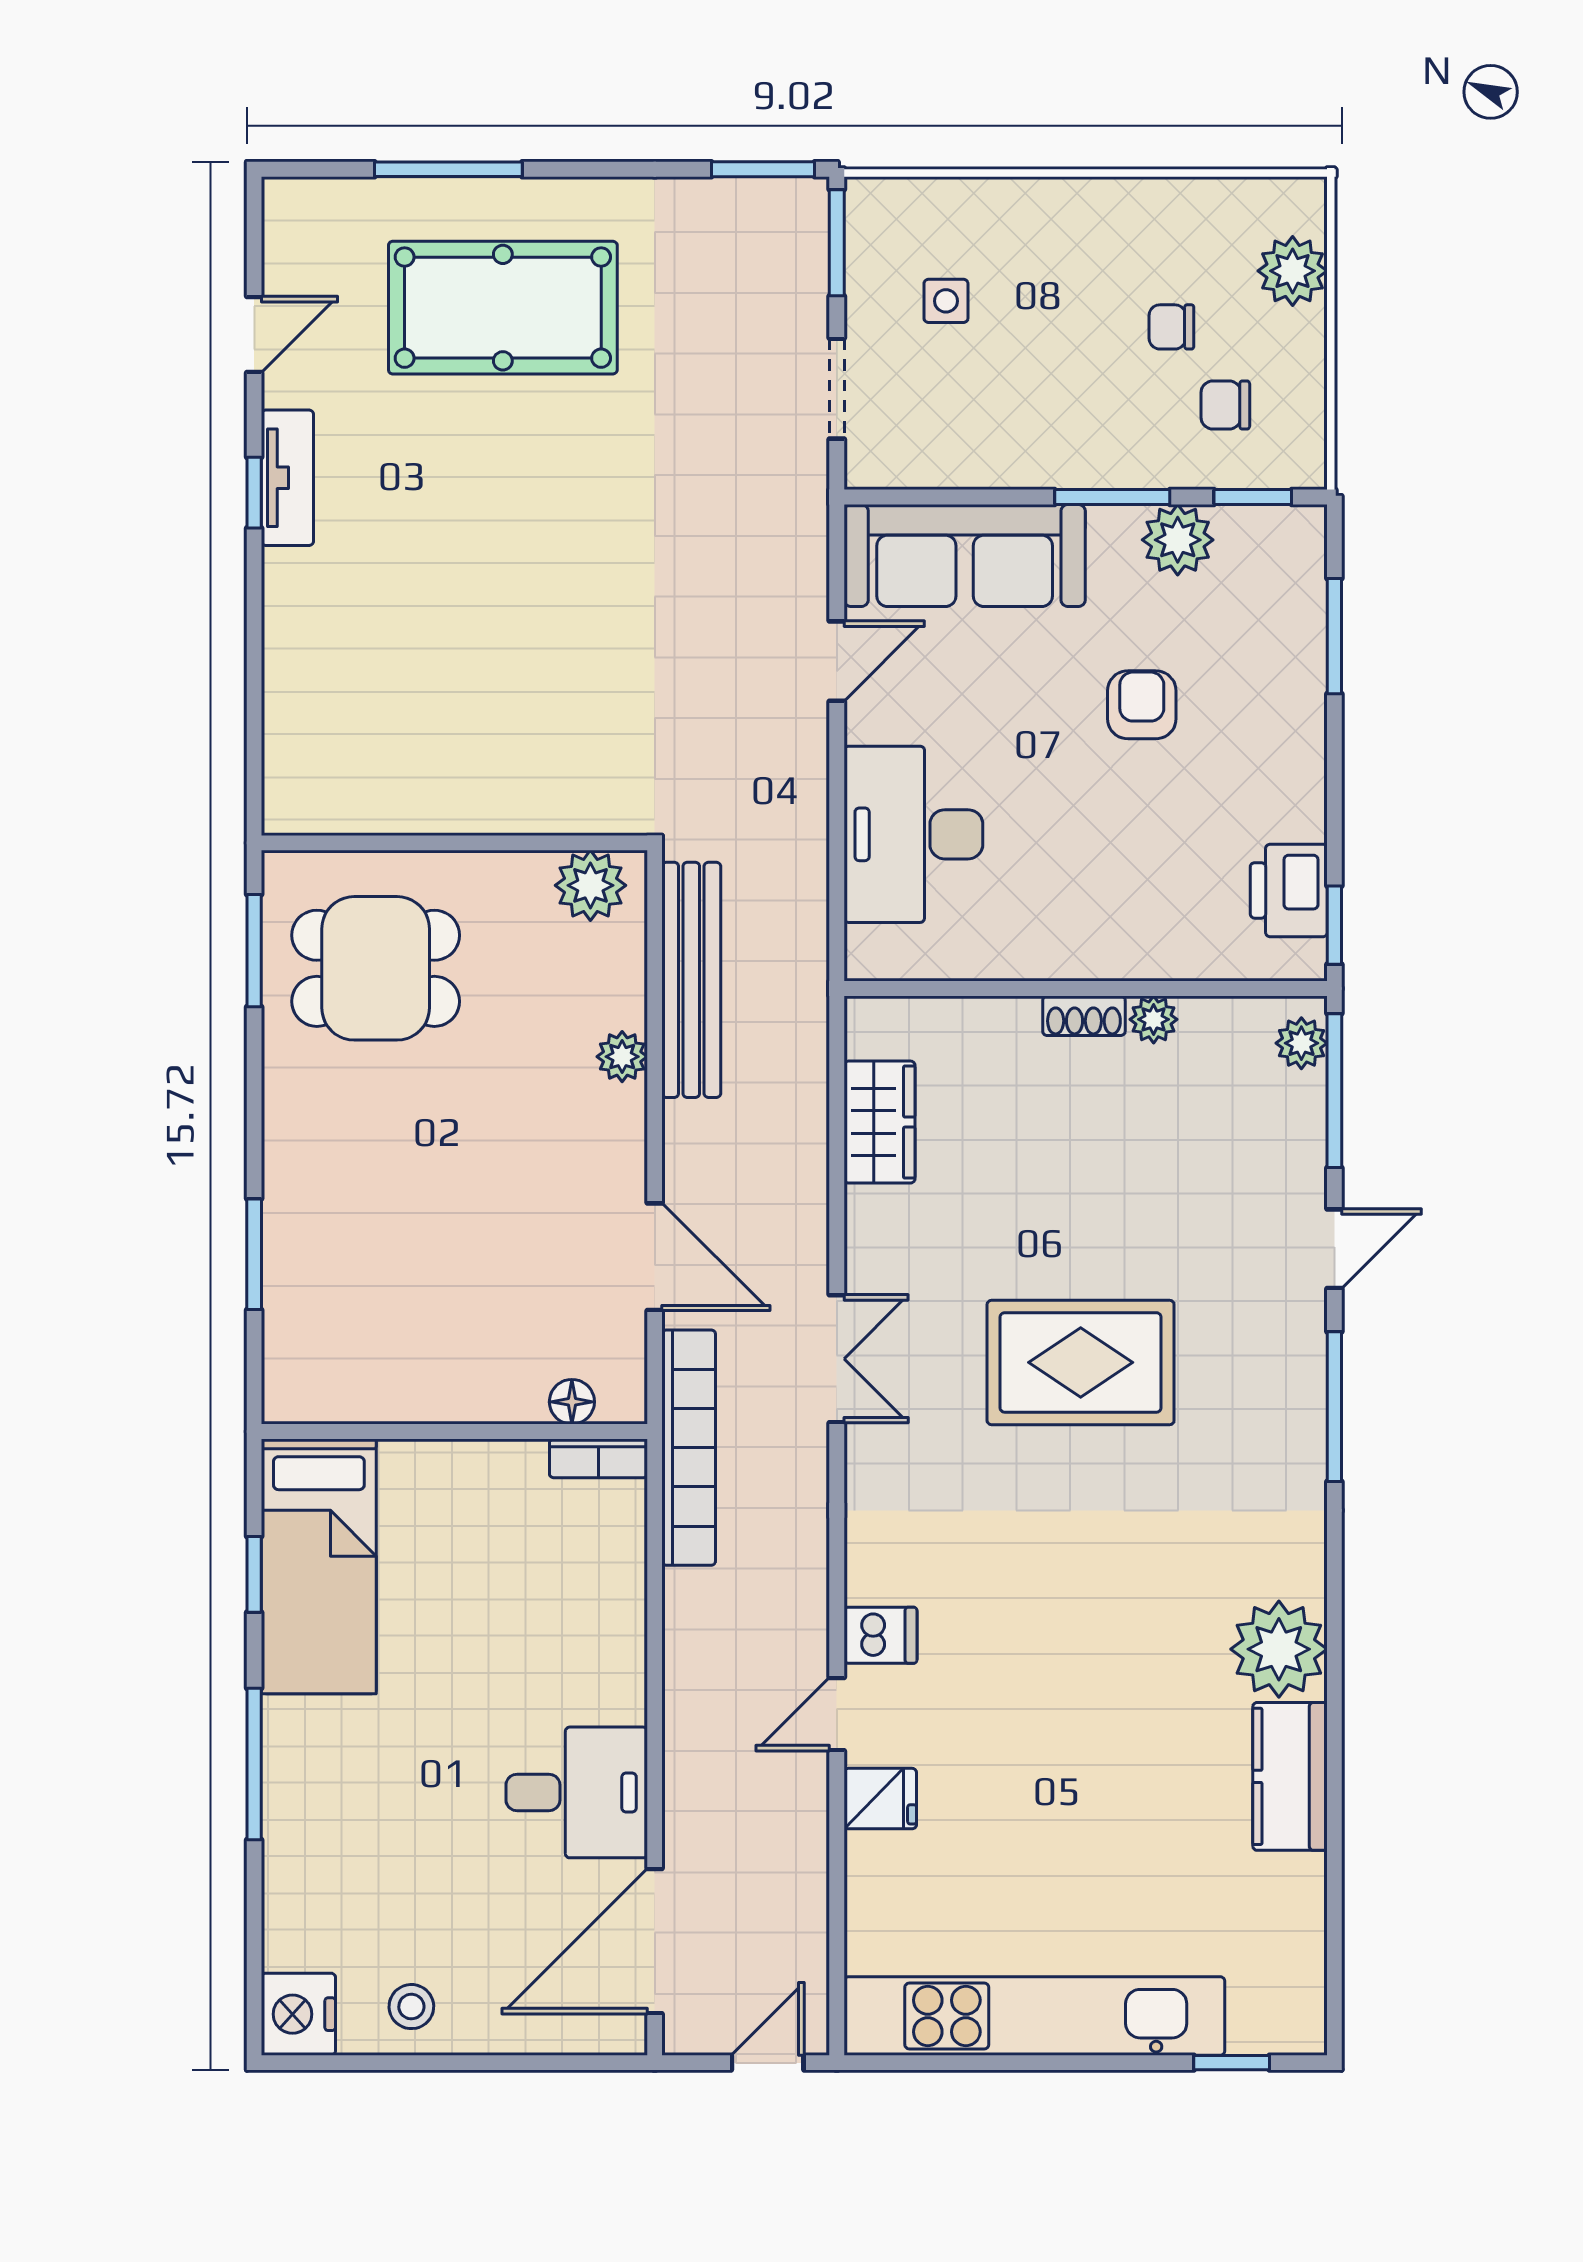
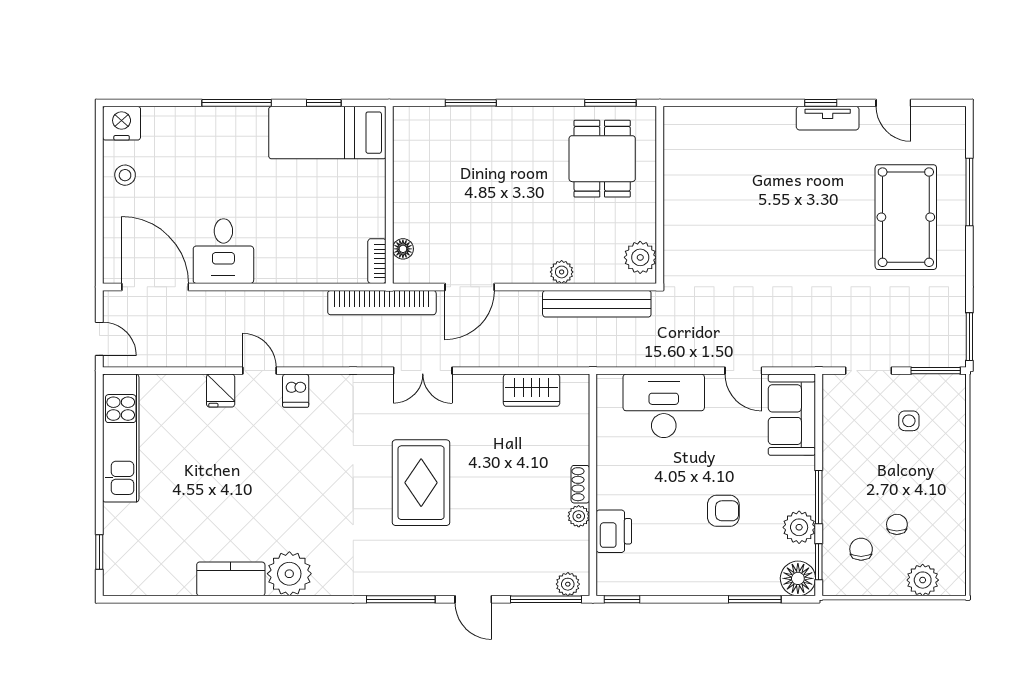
floor lamp: (1289, 542) -> (798, 578), added
sofa: (965, 555) -> (792, 415), width x0.73
printer: (1289, 890) -> (614, 531), moved, turned 90
kitchen unit: (1034, 2016) -> (121, 438), width x0.73

